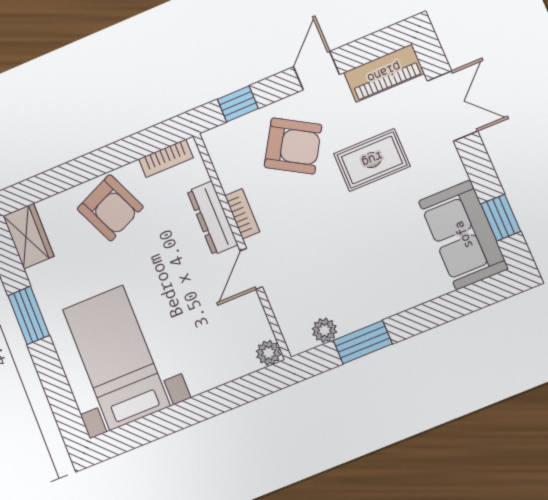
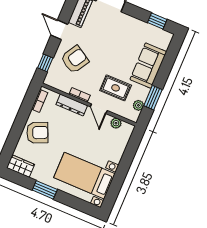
rug: (372, 160) -> (116, 88), moved, turned 90
sofa: (463, 235) -> (148, 66), moved, turned 90
plant: (269, 353) -> (116, 123), moved

